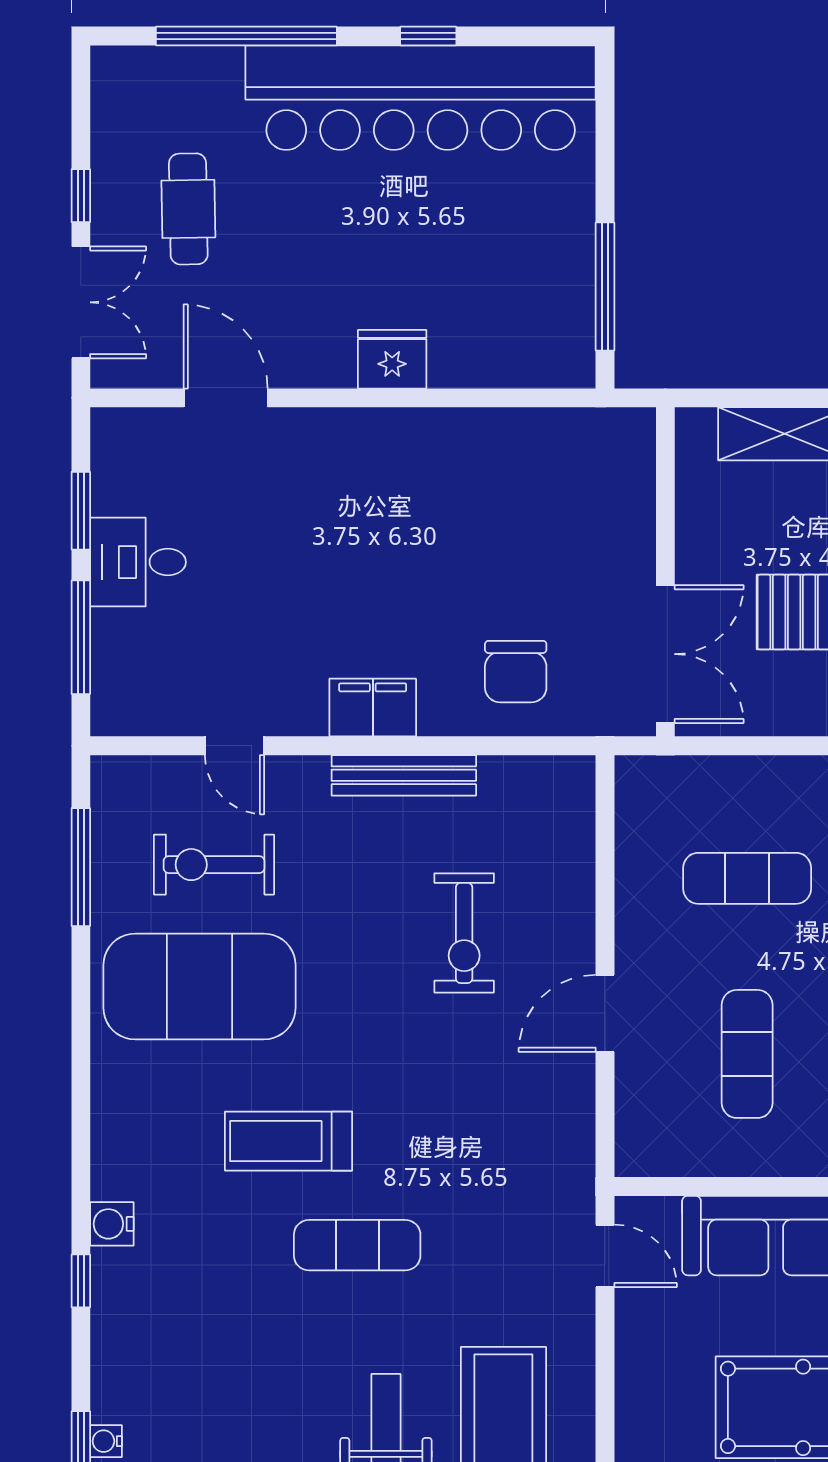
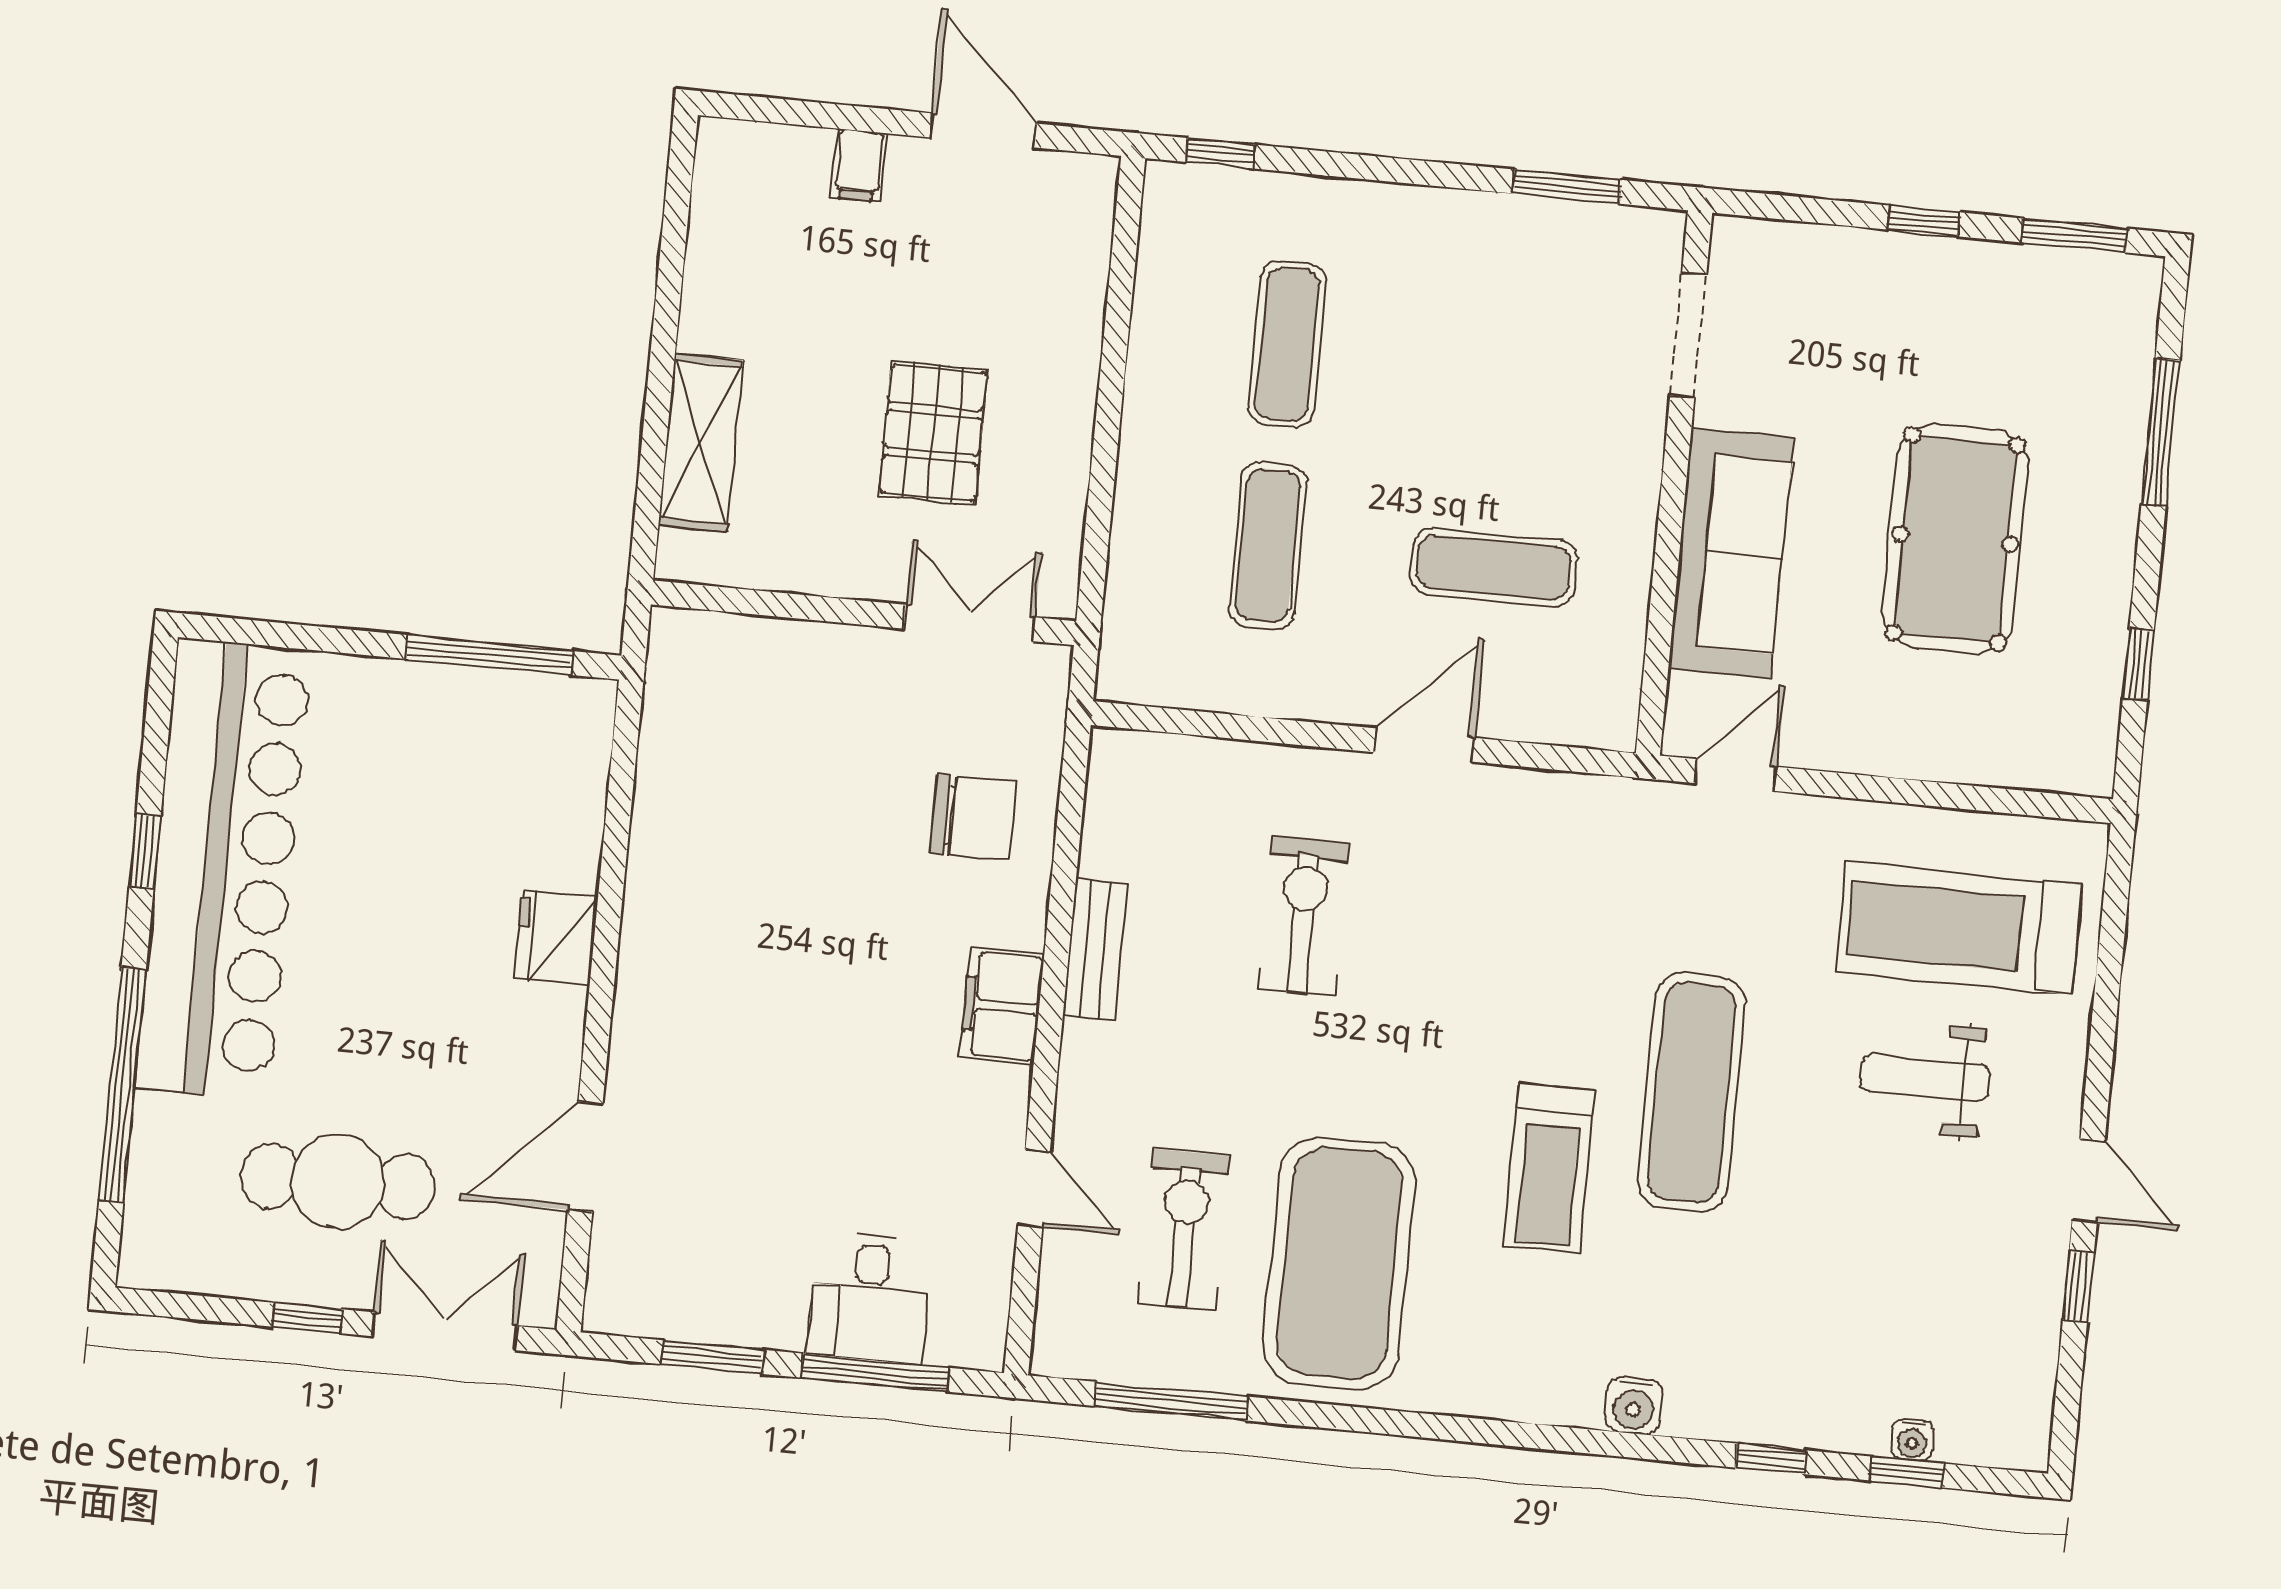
cafe table: (188, 209) -> (338, 1181), width x1.37, depth x1.35
desk: (138, 562) -> (870, 1298), moved
double door: (665, 654) -> (969, 623), width x0.73
door: (235, 746) -> (1034, 1188), hinge flipped
bench: (404, 775) -> (1095, 950), width x0.73
exercise bike: (214, 865) -> (1184, 1230), turned 180
exercise bike: (464, 933) -> (1303, 916), turned -90
door: (605, 1013) -> (1424, 745), swing flipped
exercise mat: (357, 1245) -> (1691, 1093), width x1.36, depth x1.45
window: (81, 1281) -> (1771, 1459), moved

